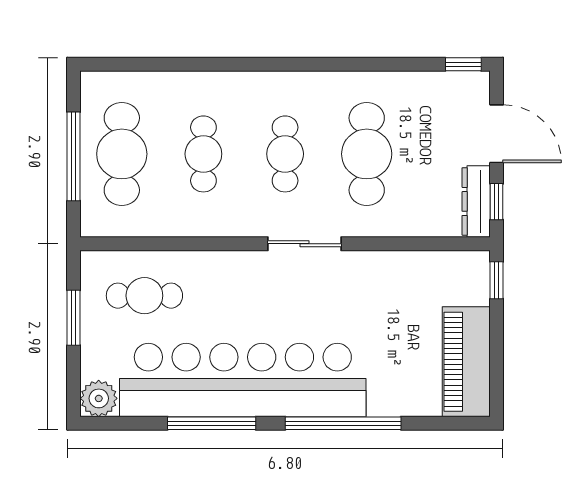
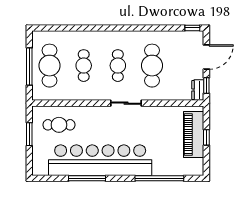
door: (497, 134) -> (206, 57), hinge flipped
dresser: (476, 201) -> (198, 90), width x0.70
window: (497, 280) -> (206, 137), moved
piano: (466, 362) -> (194, 134), moved
plant: (99, 398) -> (40, 168), removed
window: (343, 423) -> (159, 178), moved

